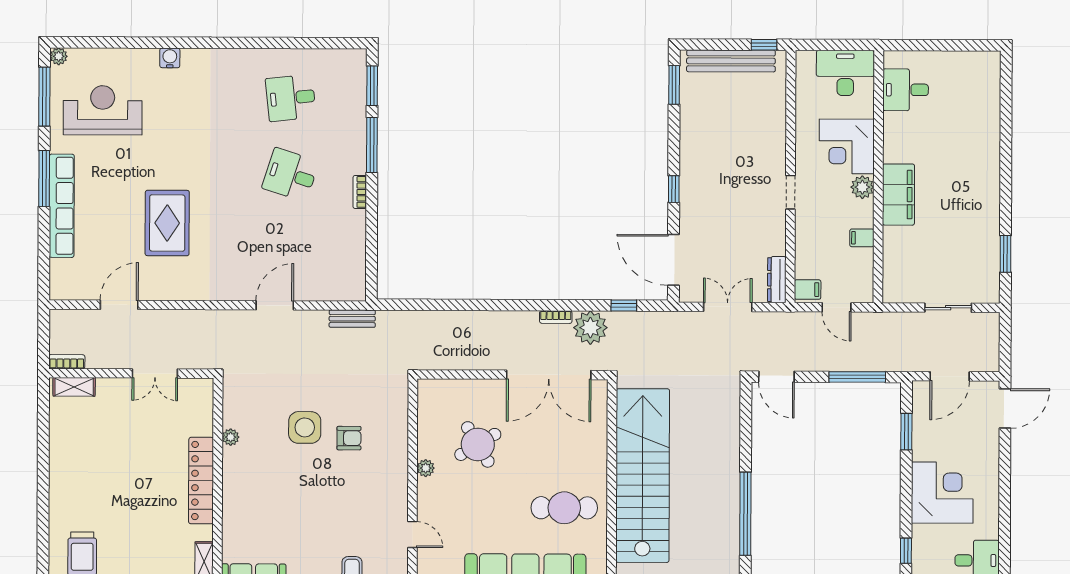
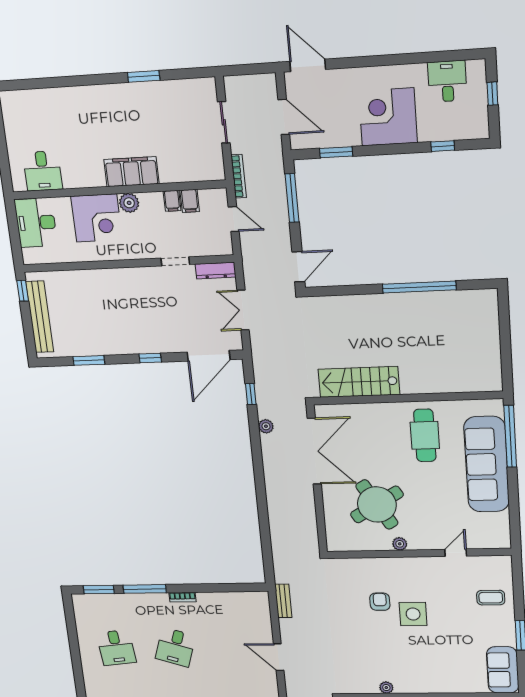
window: (674, 85) -> (89, 360), moved
doorway: (790, 192) -> (175, 261), moved
window: (1005, 254) -> (144, 76), moved
filing cabinet: (808, 290) -> (190, 201), moved, turned 180
door: (837, 307) -> (234, 219), hinge flipped
bookcase: (556, 317) -> (239, 176), moved, width x1.56
plant: (590, 328) -> (266, 426), width x0.53, depth x0.53
side table: (305, 427) -> (413, 614), moved
round table: (478, 444) -> (377, 504), width x1.36, depth x1.36
stairs: (643, 476) -> (359, 382), width x0.54, depth x0.66

